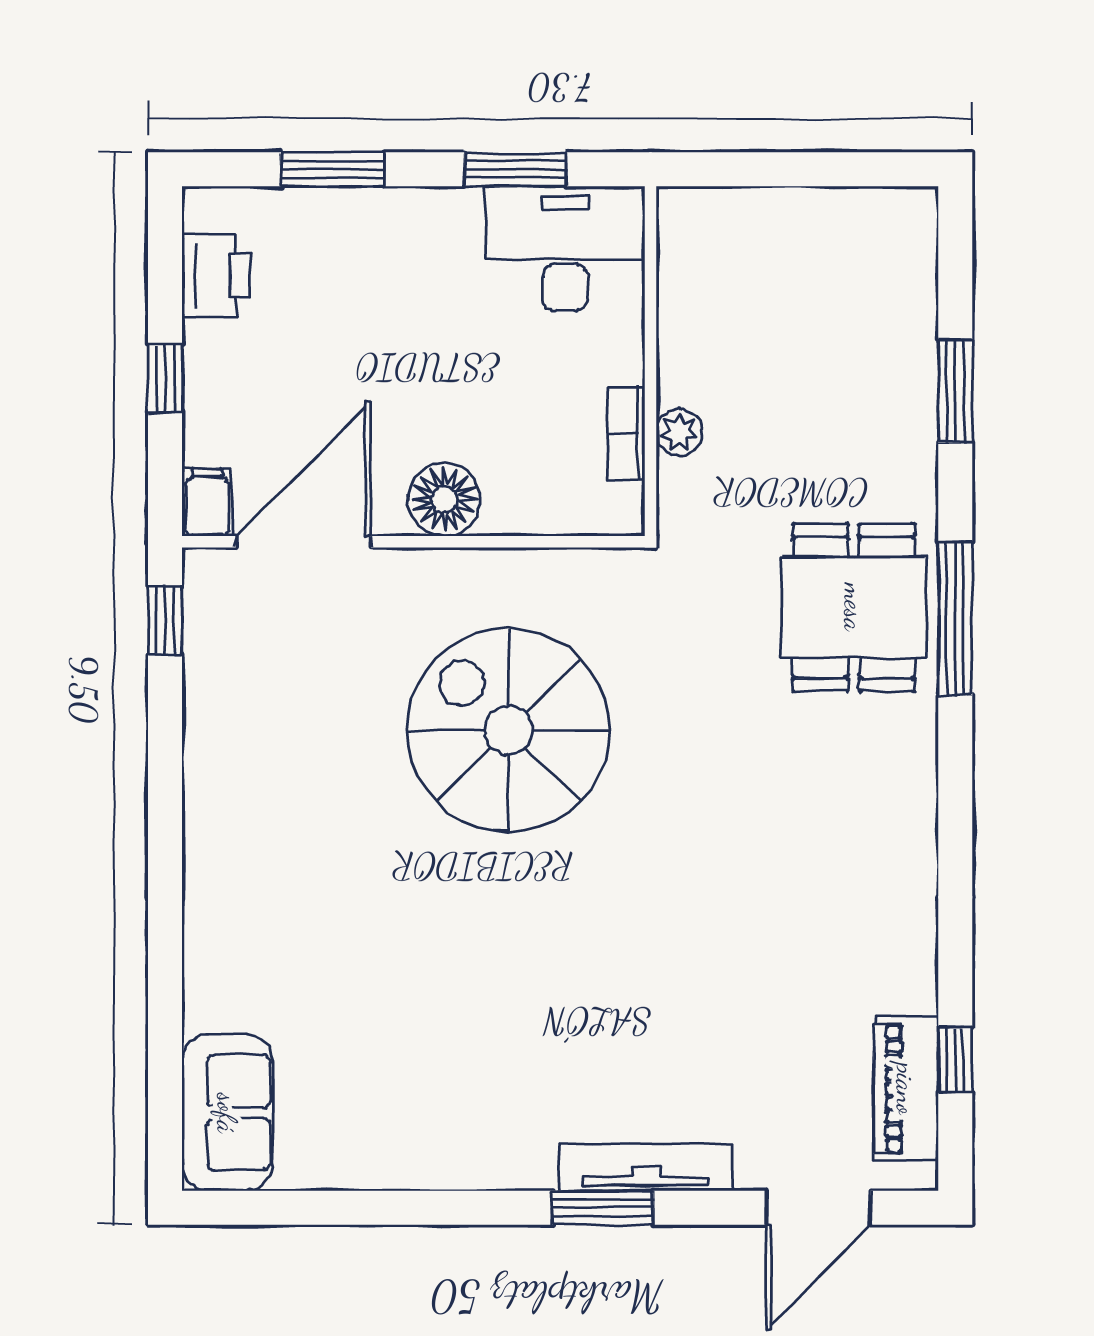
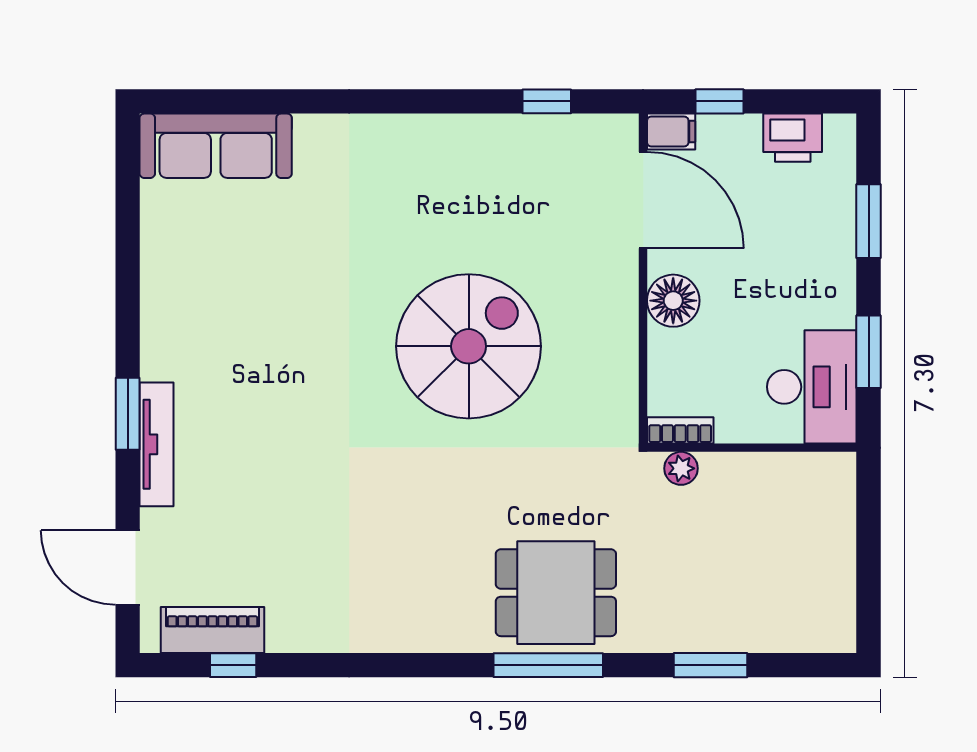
floor lamp: (444, 499) -> (673, 301), moved
filing cabinet: (207, 502) -> (671, 132), moved
door: (303, 542) -> (643, 200), moved
wall: (413, 542) -> (643, 279), moved
sofa: (227, 1113) -> (216, 146), width x1.36

